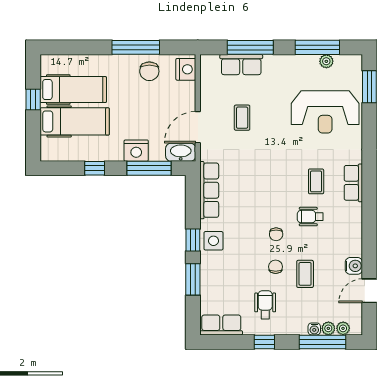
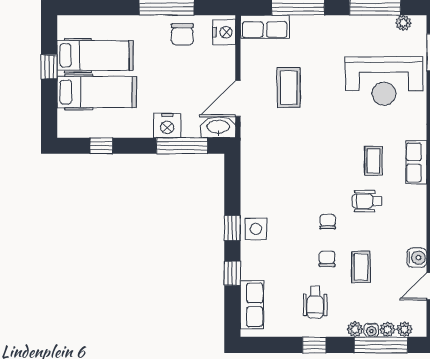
plant: (326, 61) -> (403, 23), moved
row of seats: (241, 65) -> (265, 27), moved
coffee table: (242, 118) -> (289, 88), width x1.36, depth x1.30
window: (95, 168) -> (101, 146), moved
row of seats: (209, 190) -> (251, 171), removed
chair: (276, 234) -> (328, 221), turned 180
window: (193, 279) -> (232, 273), width x0.67
wheelchair: (265, 305) -> (315, 302), turned 180
row of seats: (221, 325) -> (252, 305), moved, turned 90
plant: (300, 328) -> (355, 329), added

